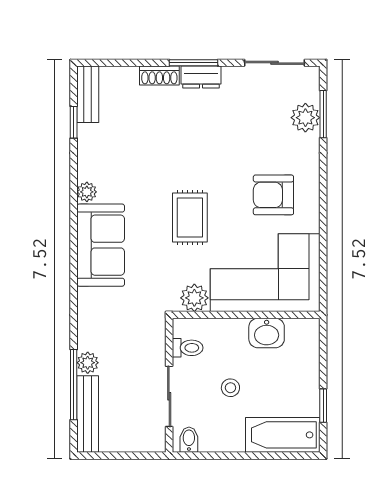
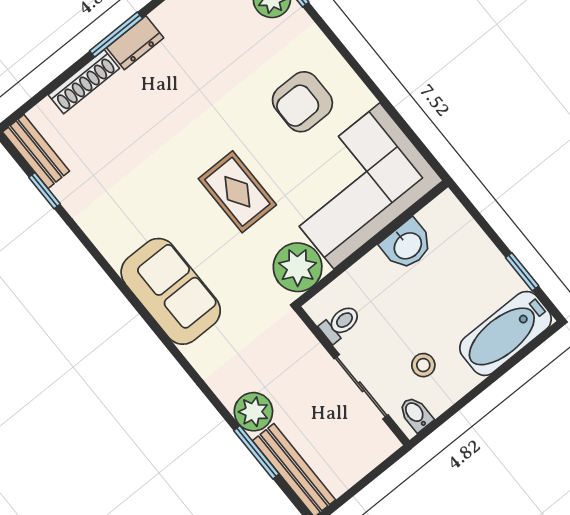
shoe rack: (159, 76) -> (84, 82), width x1.43
plant: (87, 192) -> (114, 249), removed
plant: (194, 298) -> (298, 267), width x1.36, depth x1.36
plant: (88, 363) -> (253, 412), width x1.38, depth x1.38
window: (74, 385) -> (256, 452), width x0.69
stool: (230, 388) -> (423, 365), moved

